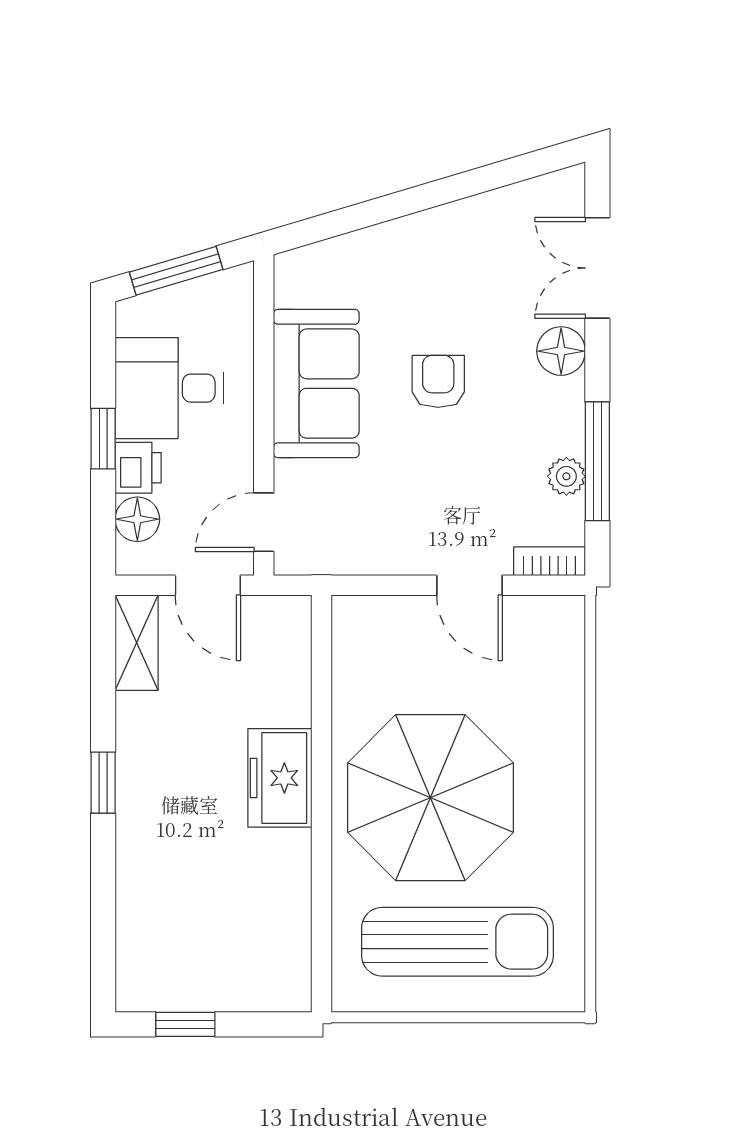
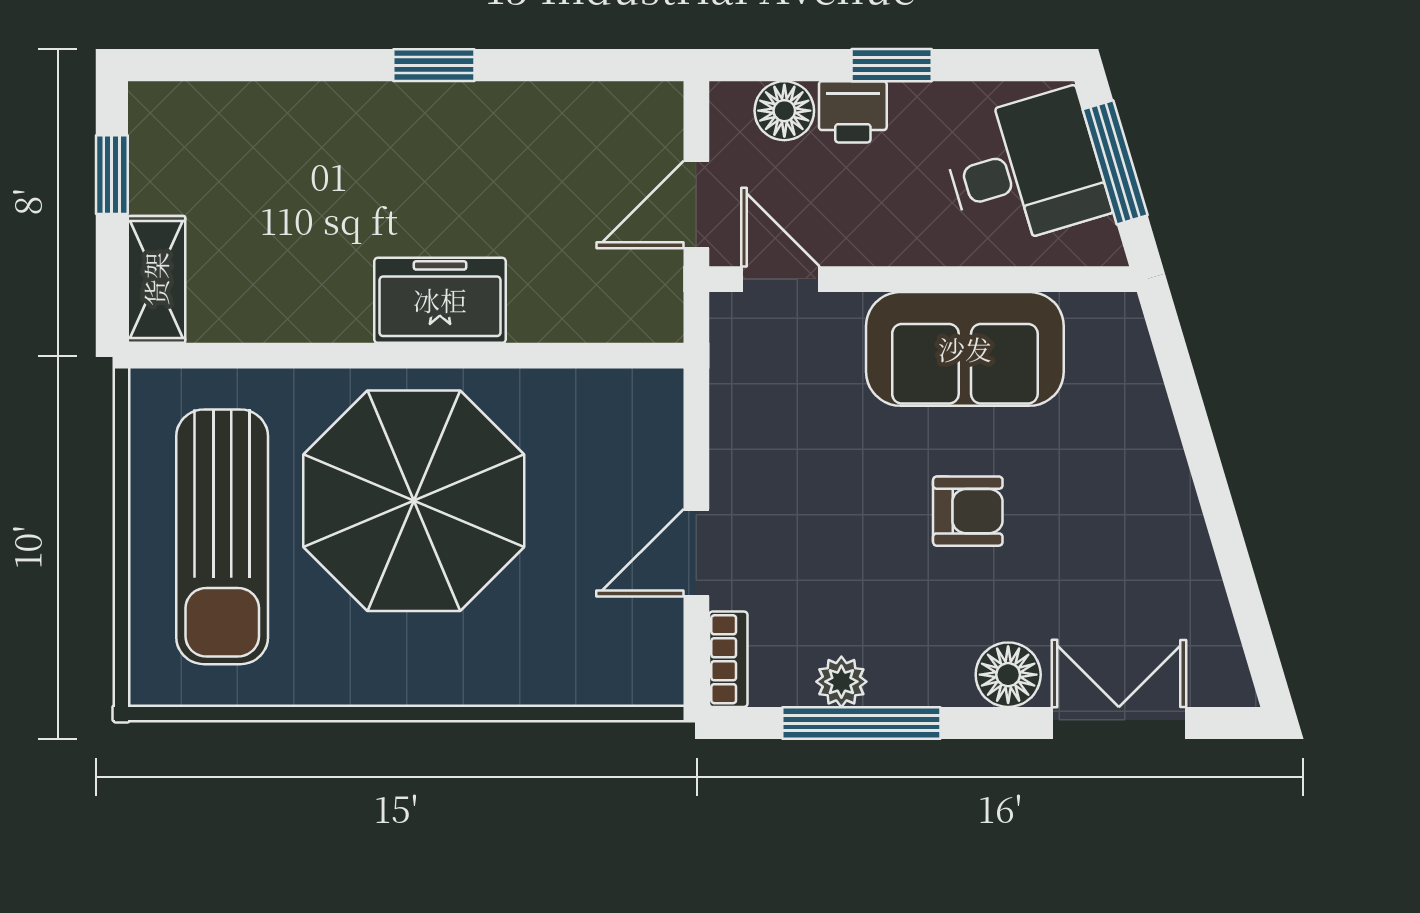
desk: (169, 388) -> (1025, 169), moved, turned 73
shelving: (137, 643) -> (156, 279), moved, turned 90

